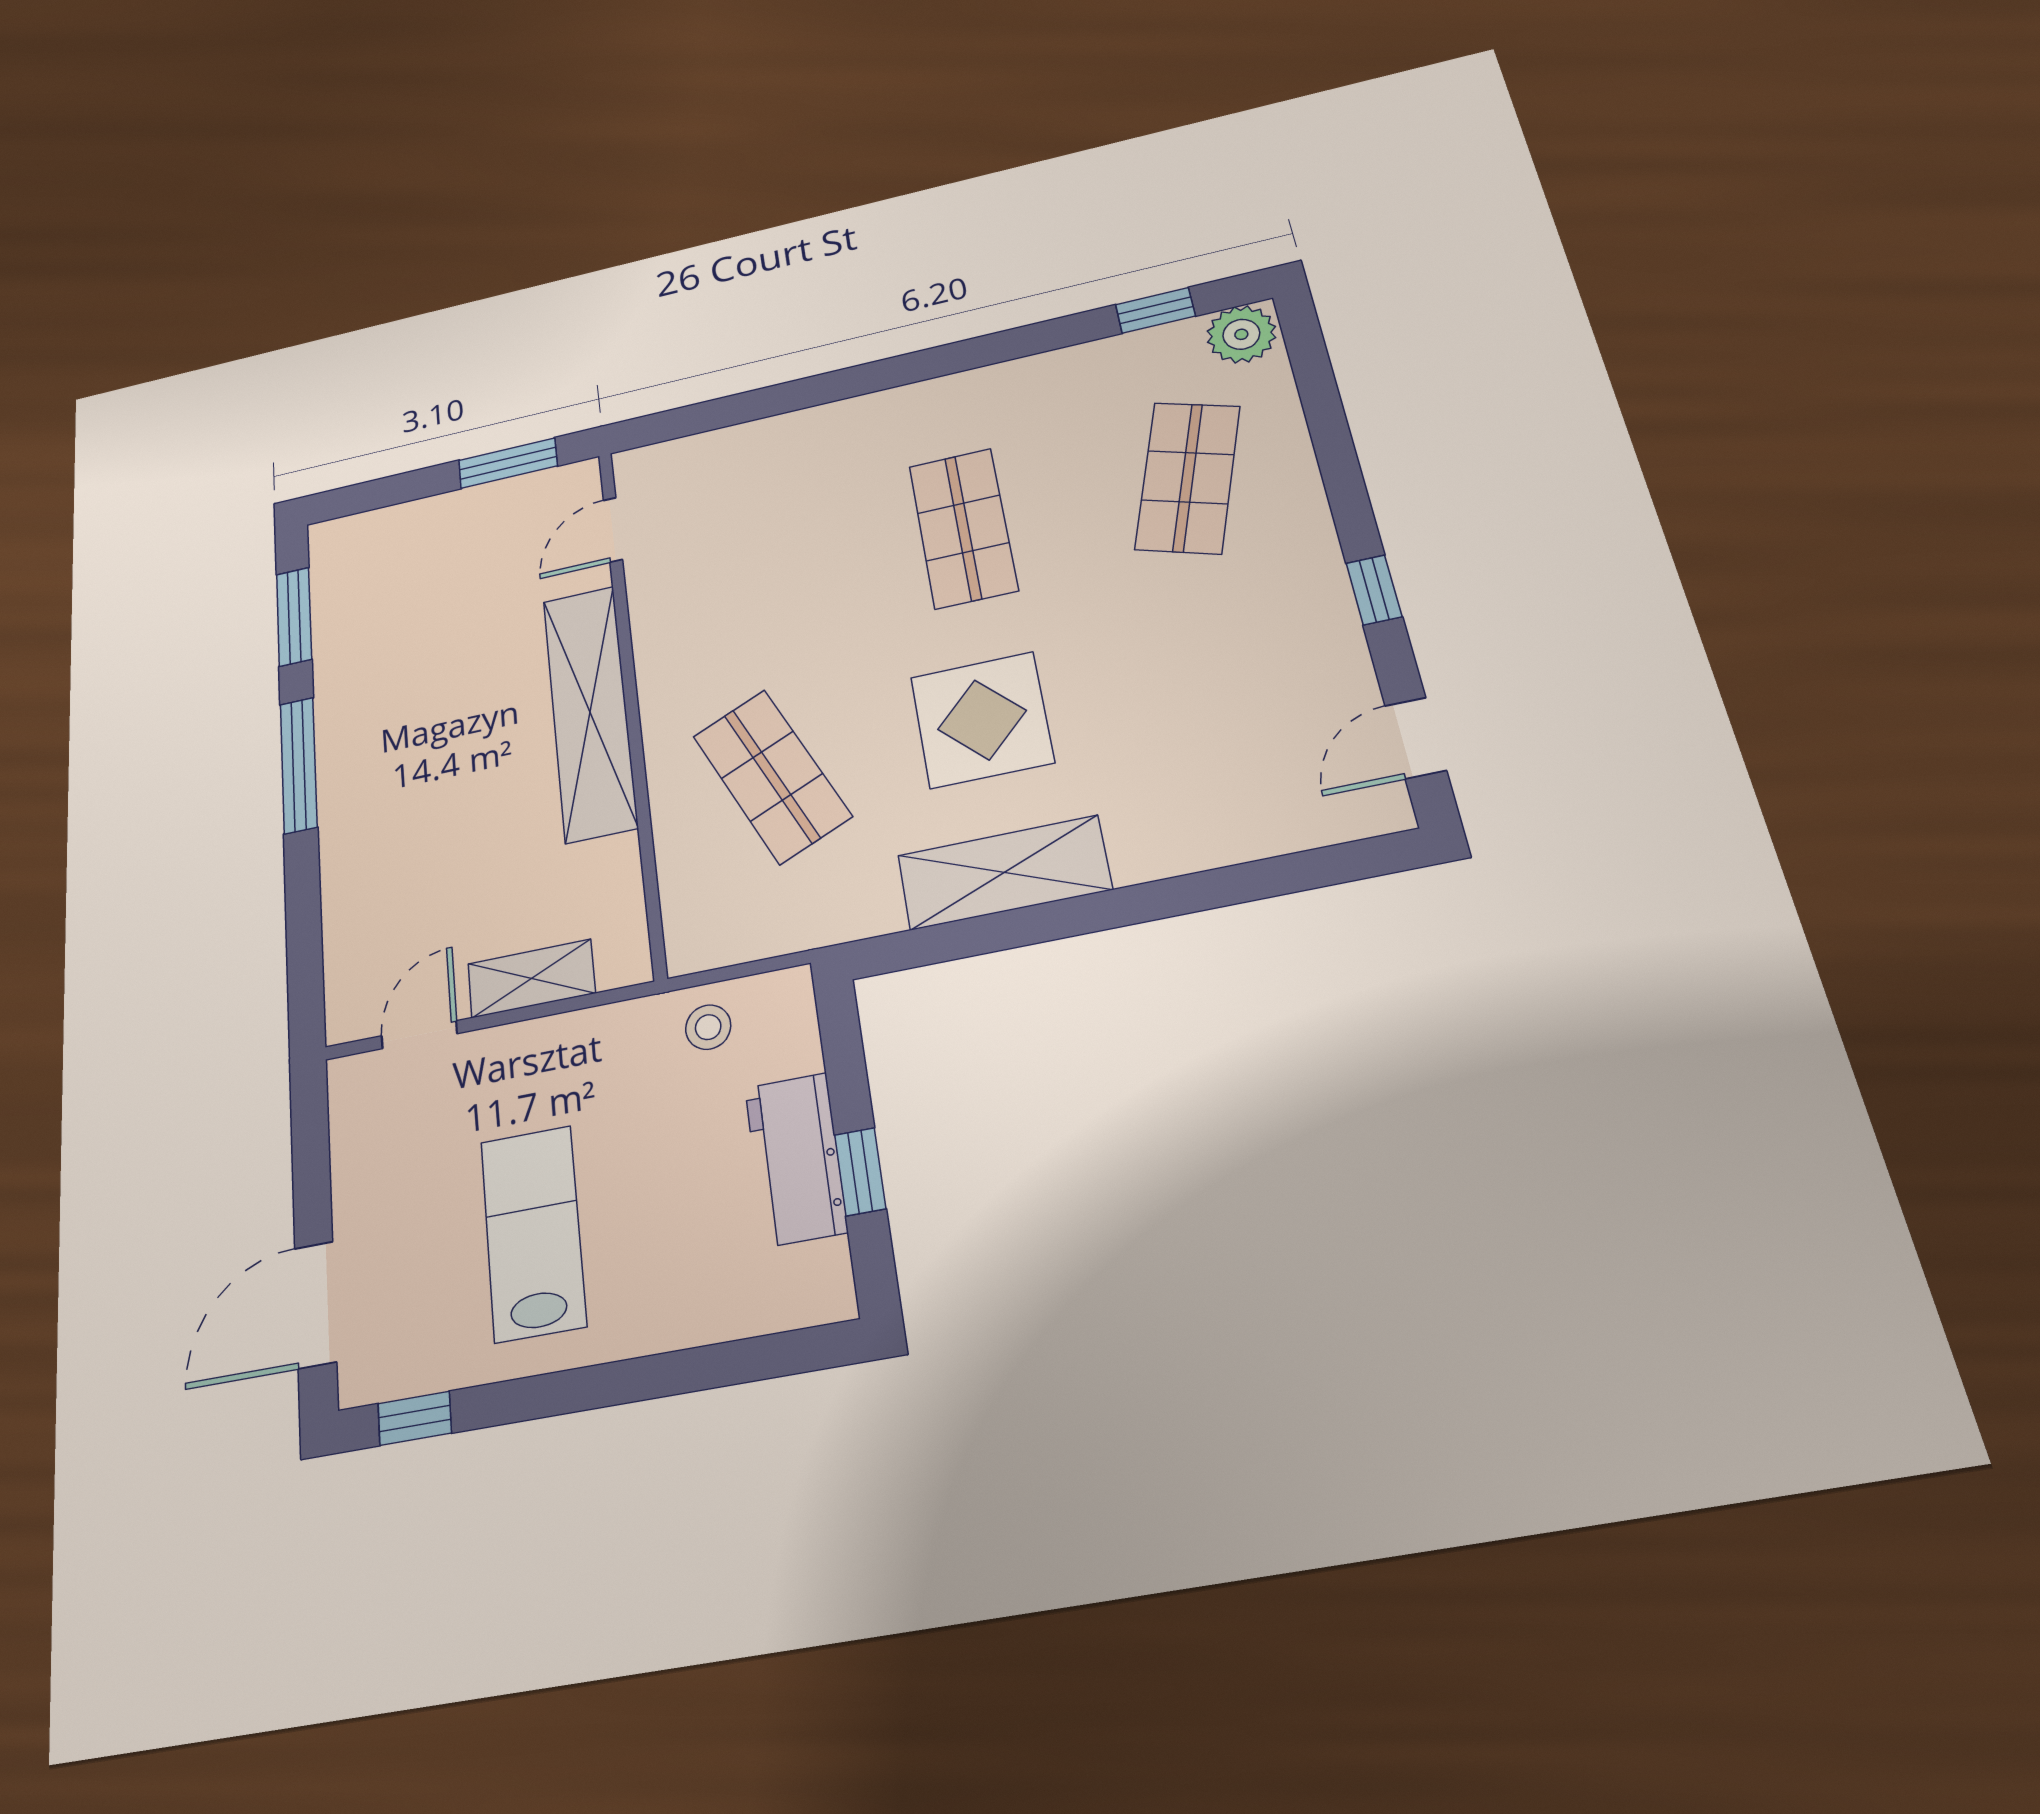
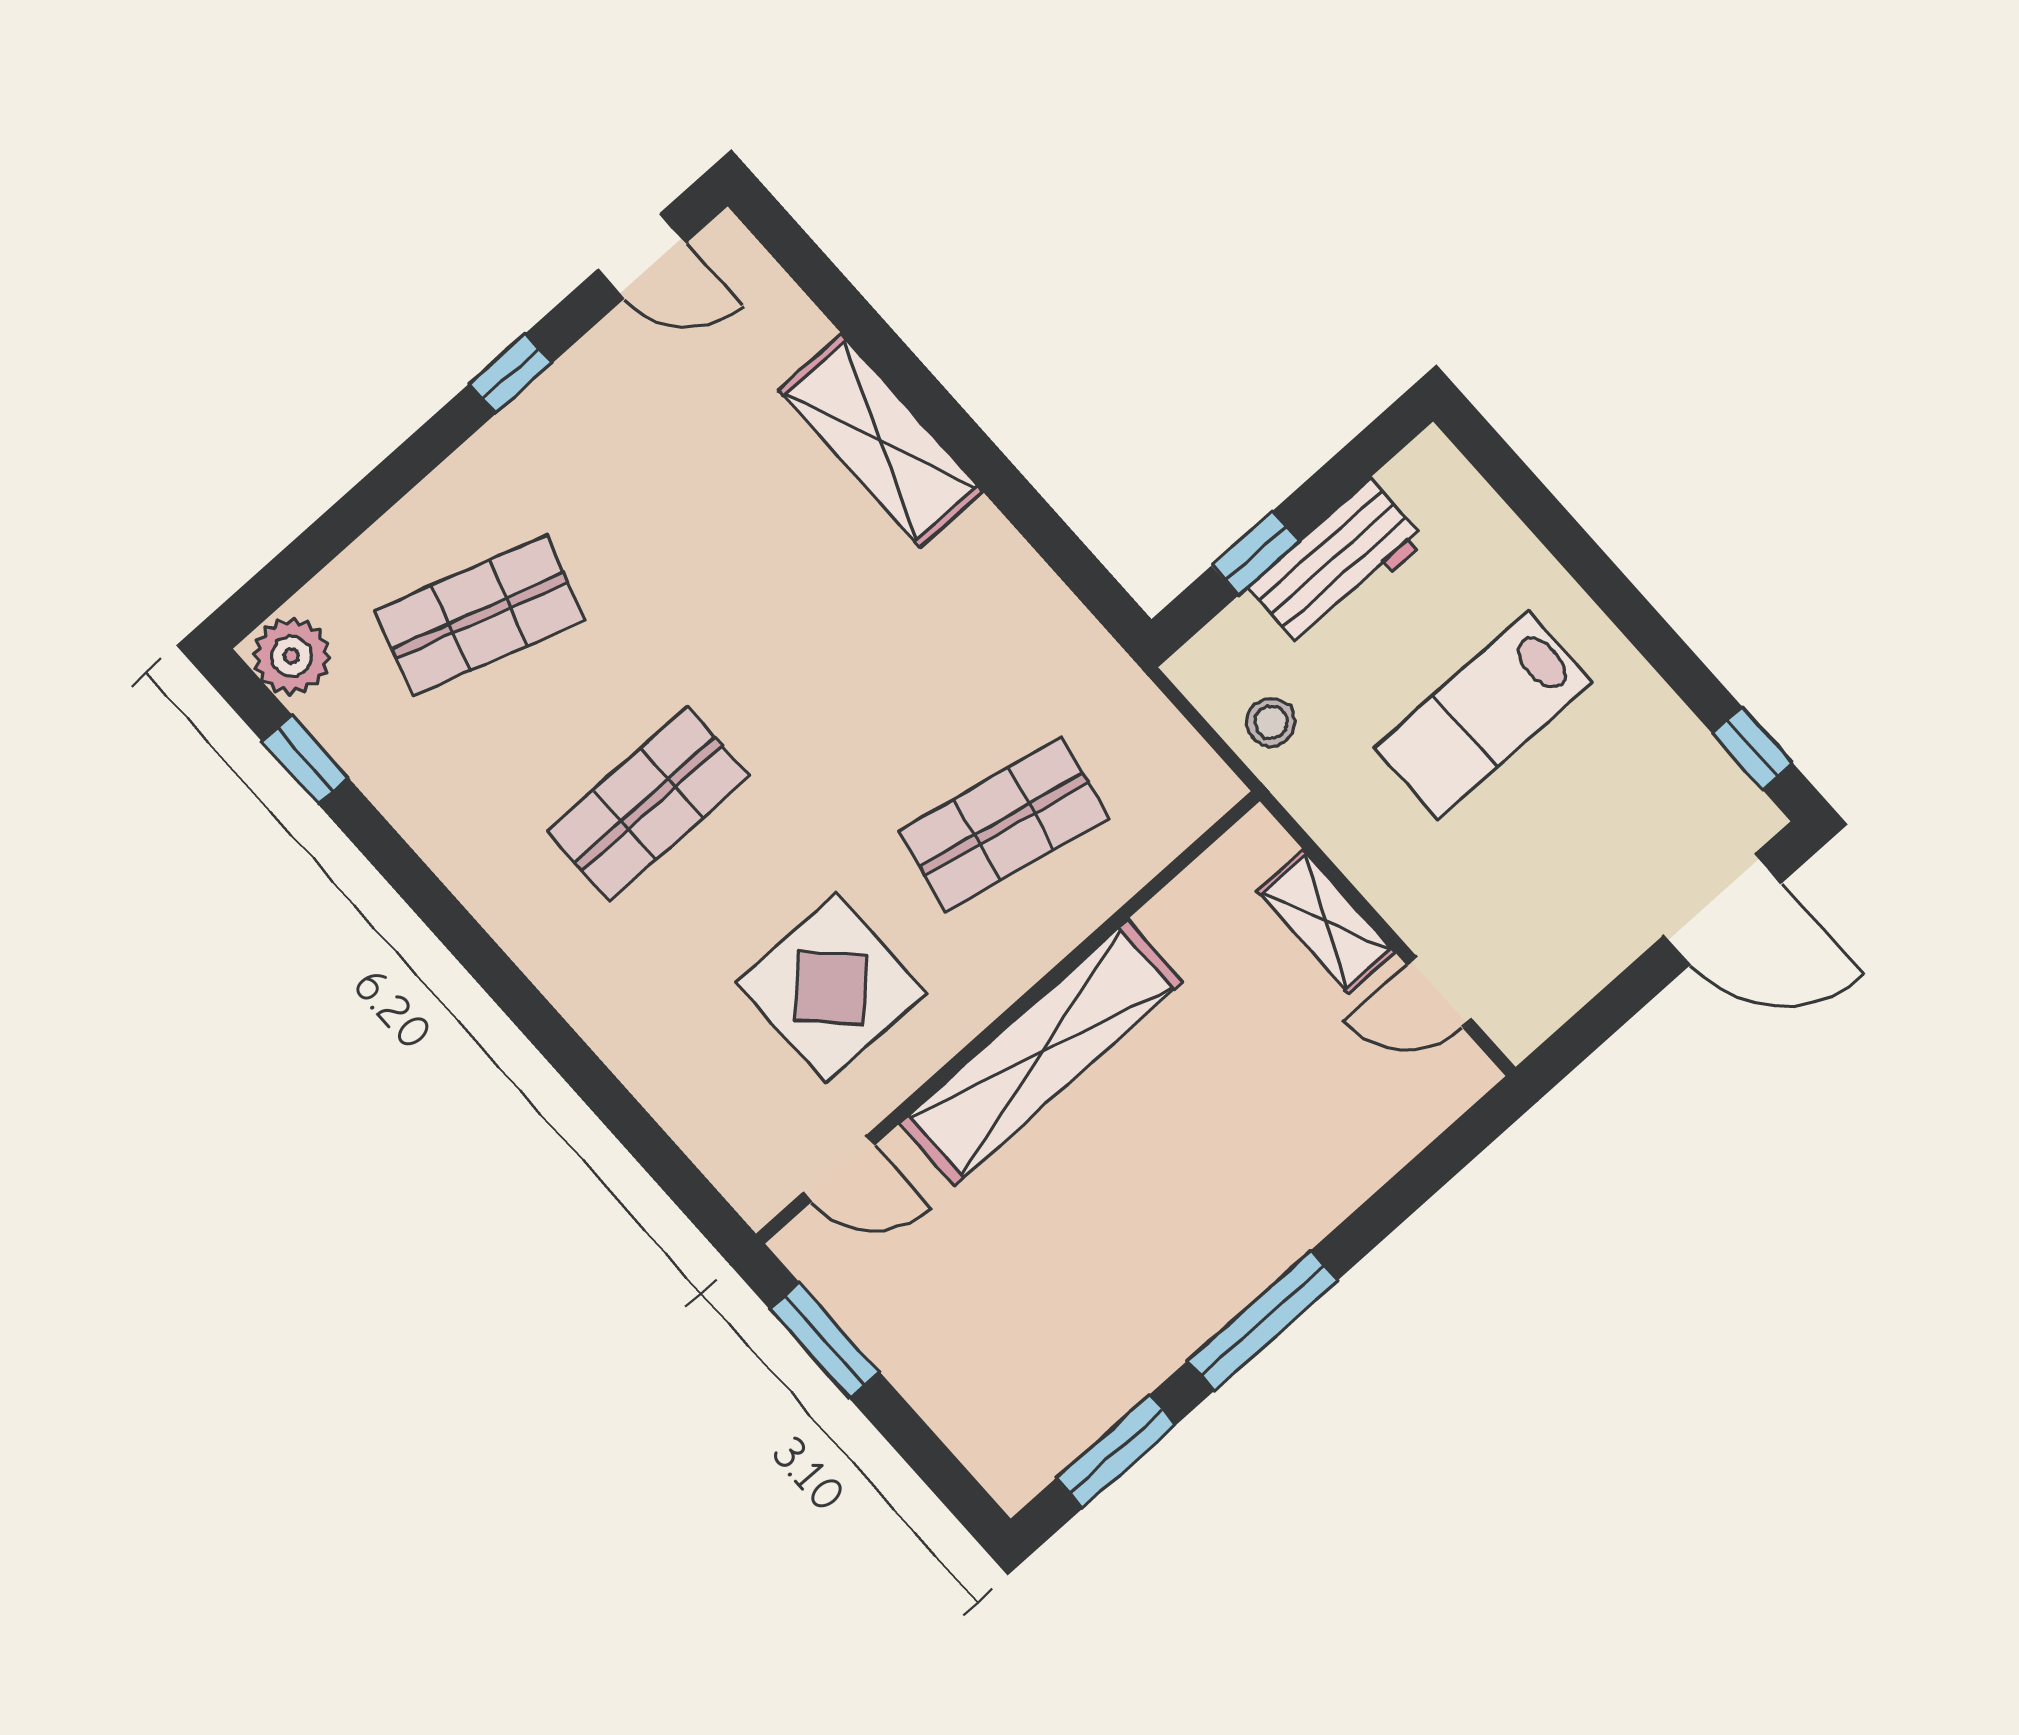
display table: (982, 720) -> (831, 988), moved
shop shelf: (772, 776) -> (1004, 824), turned 36
shelving: (1004, 873) -> (881, 441), moved
window: (860, 1172) -> (1256, 553), moved
lab bench: (533, 1233) -> (1483, 715), moved

